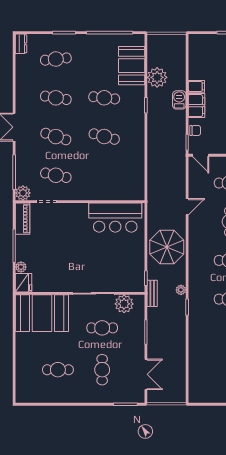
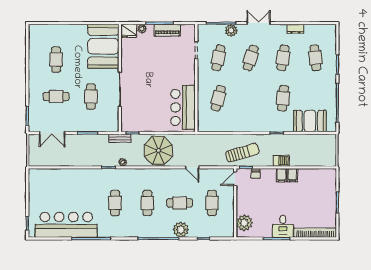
dresser: (21, 44) -> (295, 29), moved
plant: (157, 77) -> (300, 142), removed
filing cabinet: (196, 106) -> (282, 175), width x0.50
cafe table: (104, 137) -> (218, 98), moved
sun lounger: (169, 147) -> (242, 153), added
plant: (23, 193) -> (231, 30), moved
piano: (23, 219) -> (167, 30), moved
plant: (124, 304) -> (111, 115), removed

